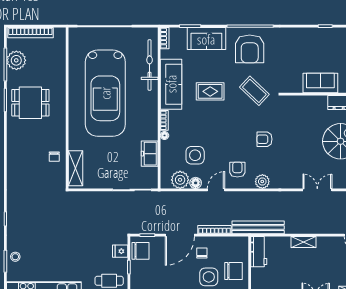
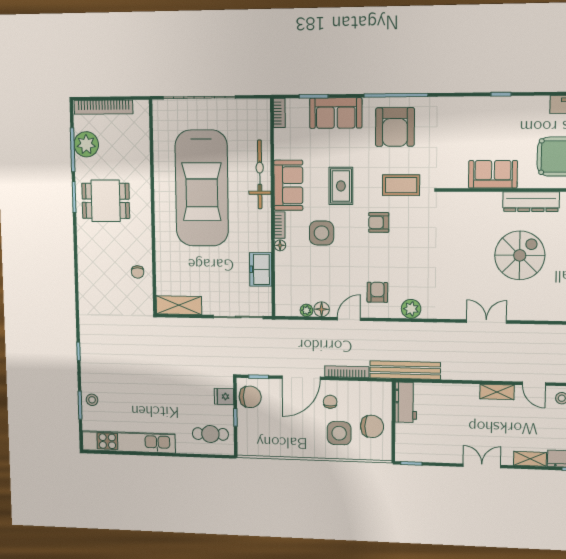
bicycle: (150, 65) -> (260, 174), moved
sofa: (171, 84) -> (288, 185), width x0.73
rug: (210, 91) -> (341, 186), turned 90
coffee table: (254, 91) -> (401, 185), turned -43
armchair: (264, 139) -> (379, 222), moved
side table: (195, 155) -> (322, 233), moved
shelving: (75, 168) -> (179, 305), moved, turned 90
plant: (180, 180) -> (306, 310), width x0.53, depth x0.53
shelving: (303, 242) -> (497, 392), moved

